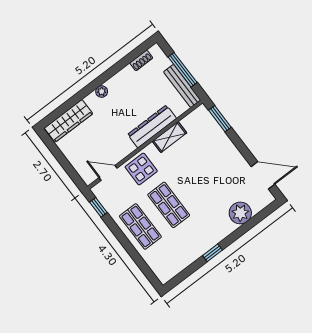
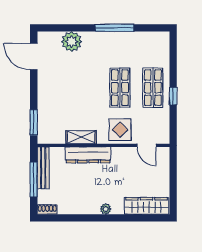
shoe rack: (141, 60) -> (47, 210), moved
window: (98, 207) -> (173, 96), moved
window: (213, 253) -> (114, 28), width x2.17

